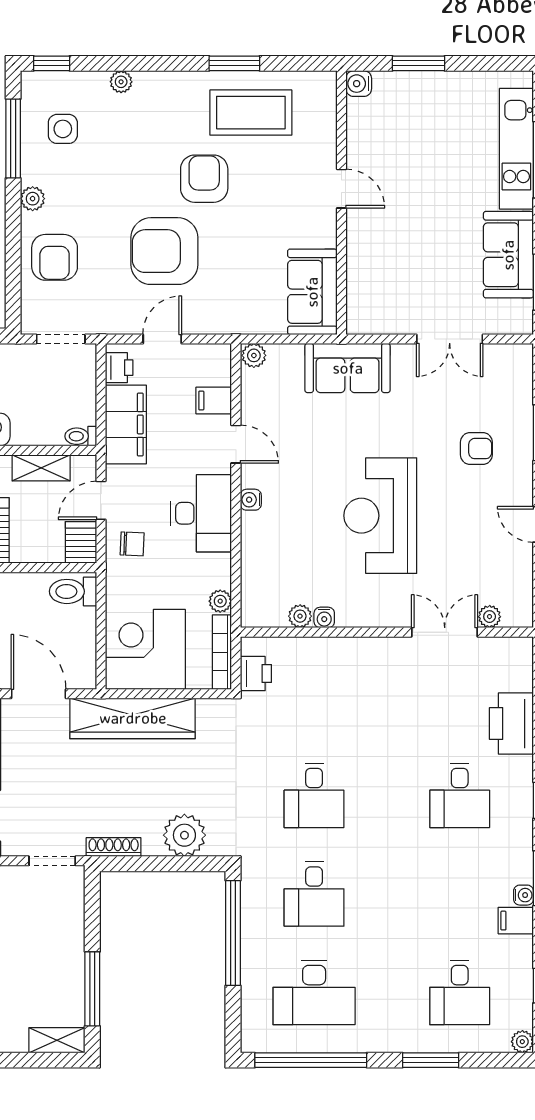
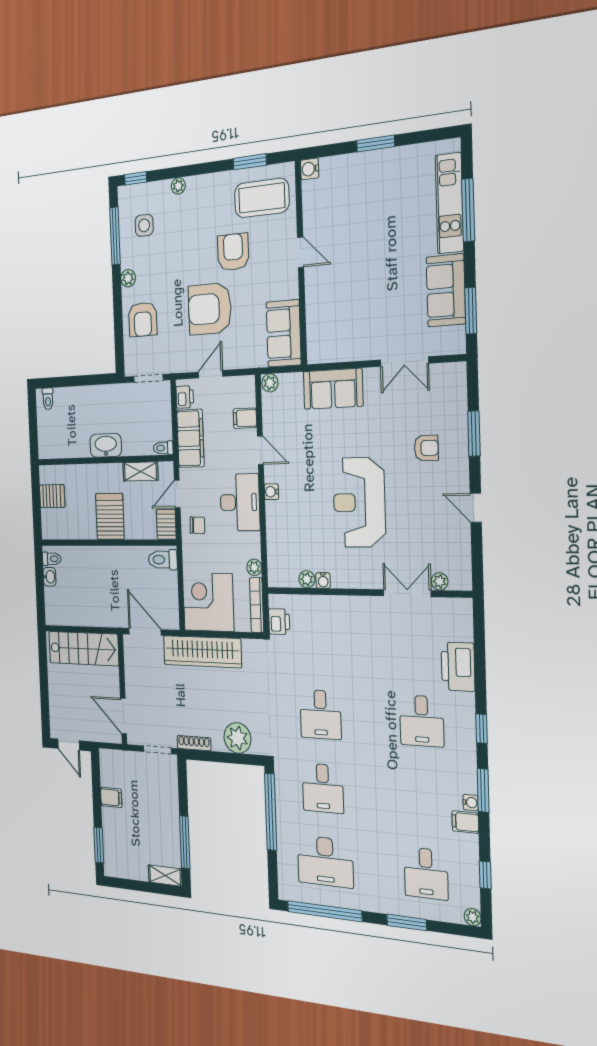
water cooler: (359, 84) -> (310, 169), moved
door: (341, 189) -> (301, 252), moved
wall: (341, 203) -> (301, 263), moved
sofa: (312, 292) -> (284, 333), moved

